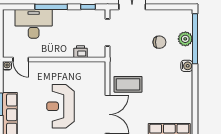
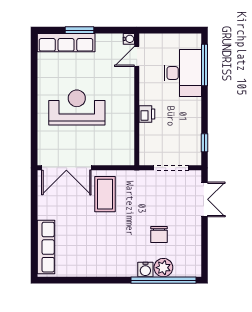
window: (51, 7) -> (205, 65), moved
printer: (81, 52) -> (147, 114), moved
water cooler: (187, 66) -> (145, 269), moved

